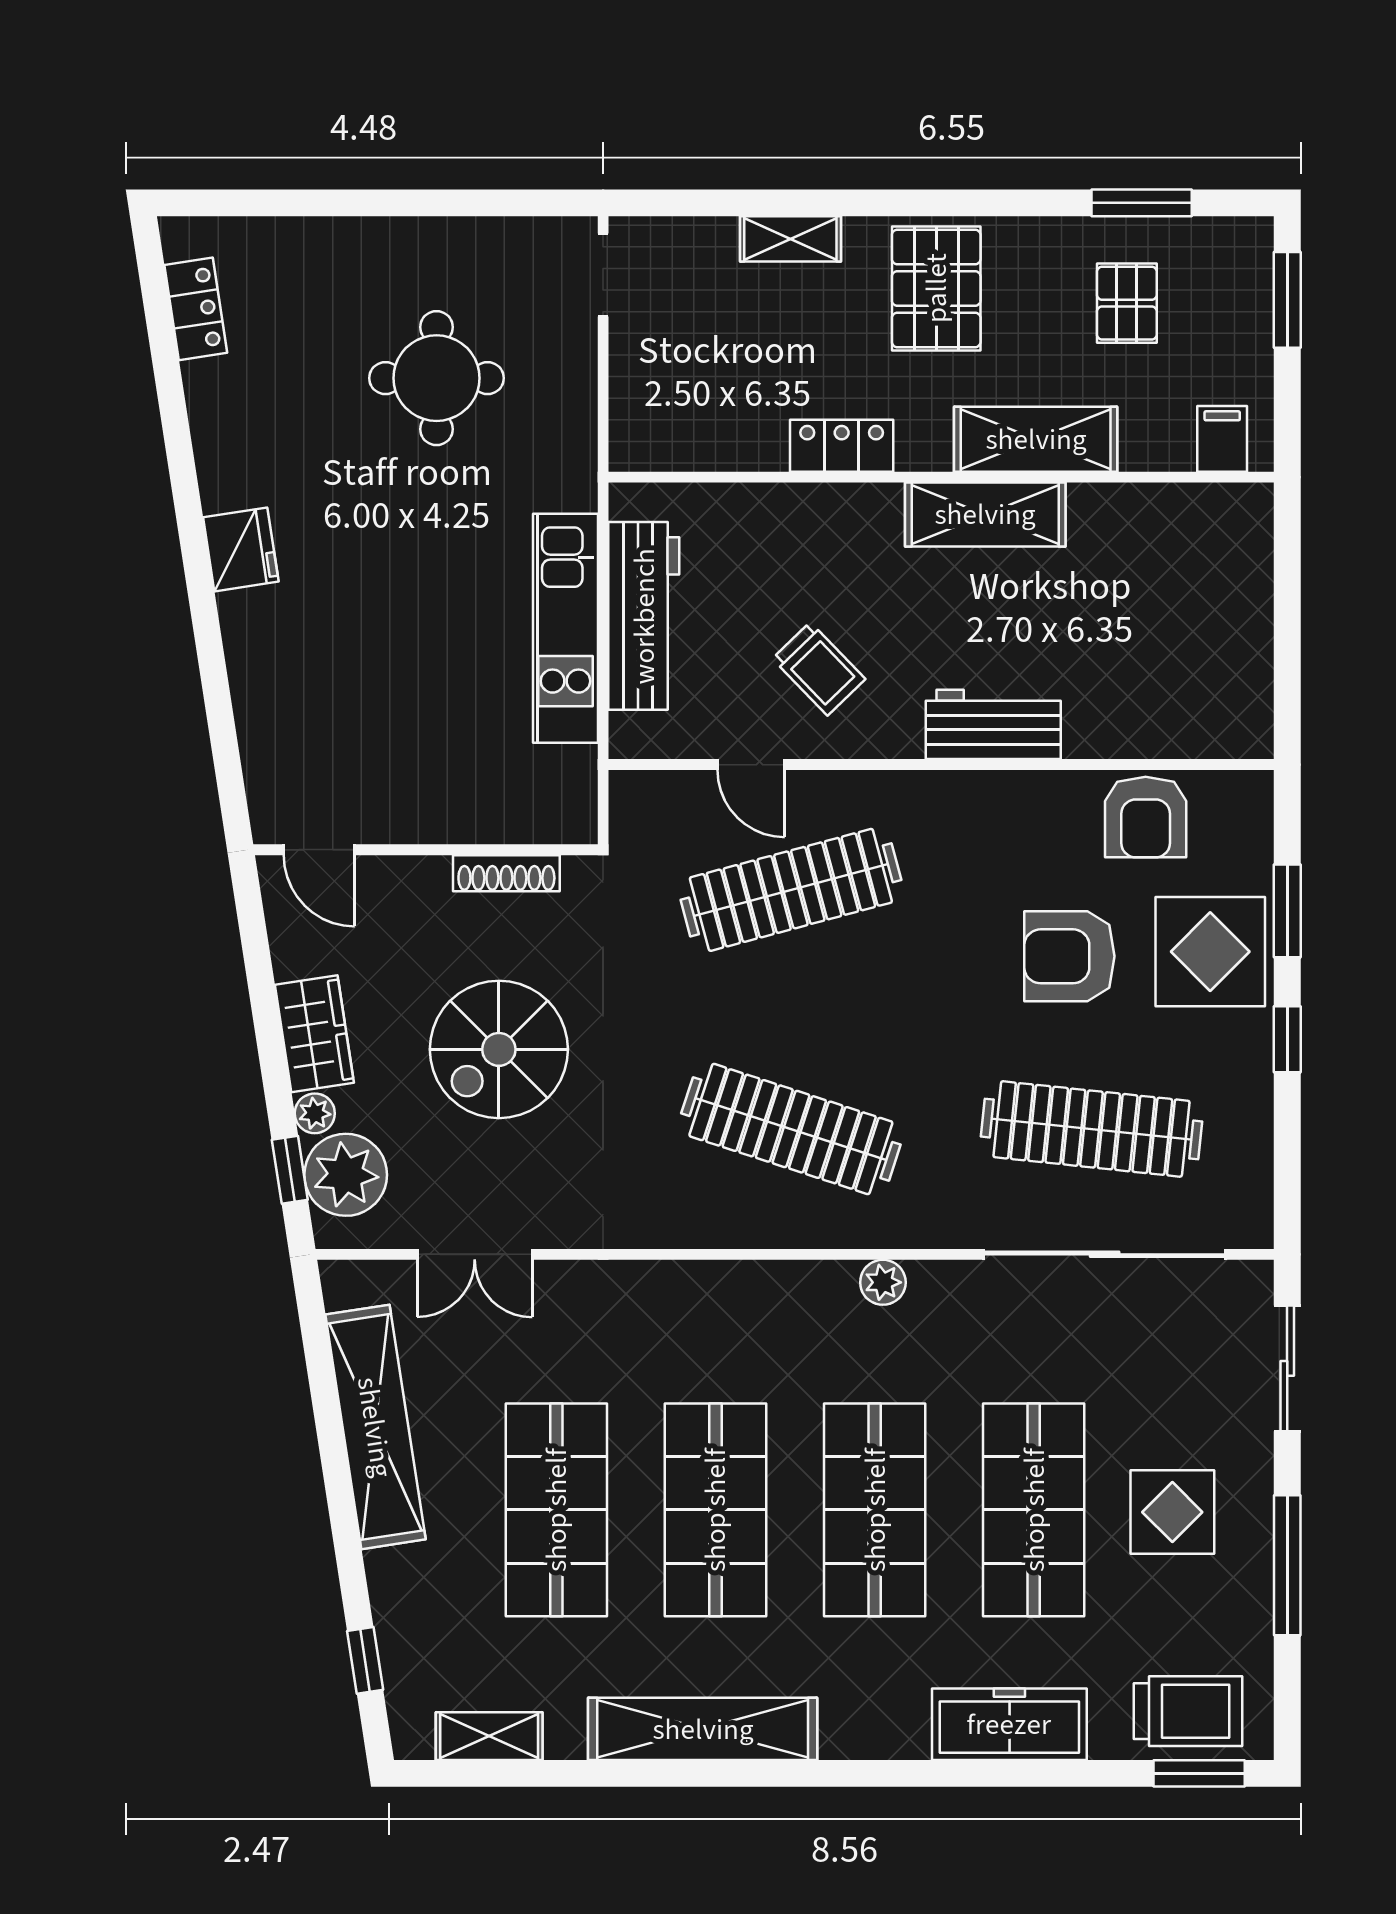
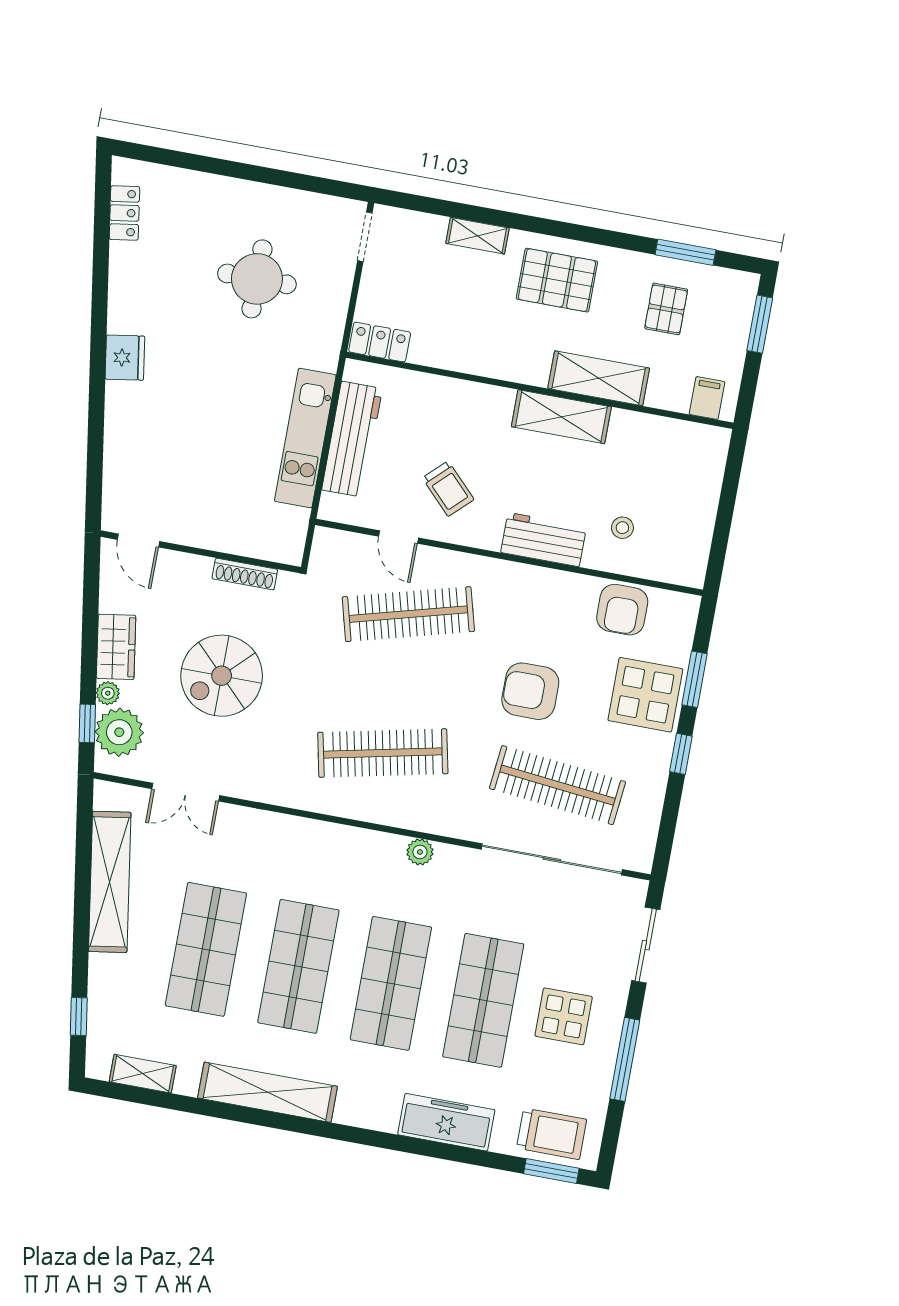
pallet: (936, 288) -> (557, 280), turned 90
locker: (842, 446) -> (380, 342), moved
stool: (1121, 681) -> (622, 528), added
armchair: (1069, 956) -> (530, 691), moved
clothes rail: (791, 1129) -> (383, 753), turned -30

